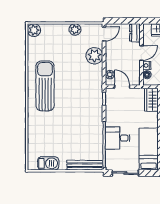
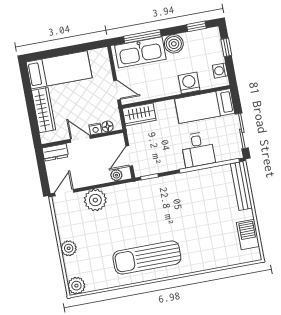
plant: (75, 29) -> (69, 248), moved
door: (104, 34) -> (64, 193), hinge flipped

